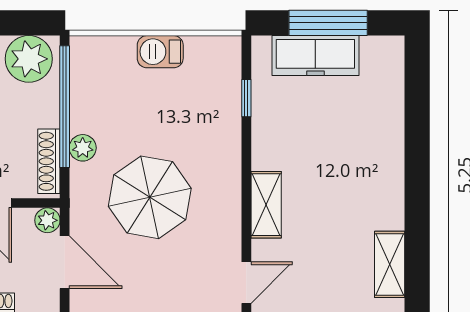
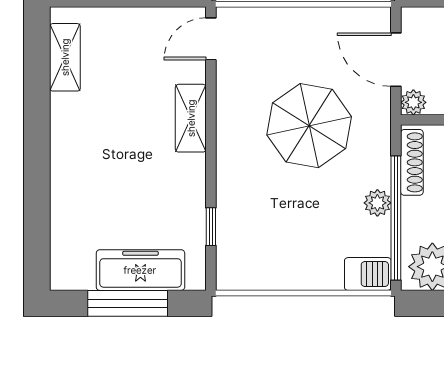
barbecue: (160, 52) -> (368, 274), moved
plant: (83, 148) -> (377, 203), moved

